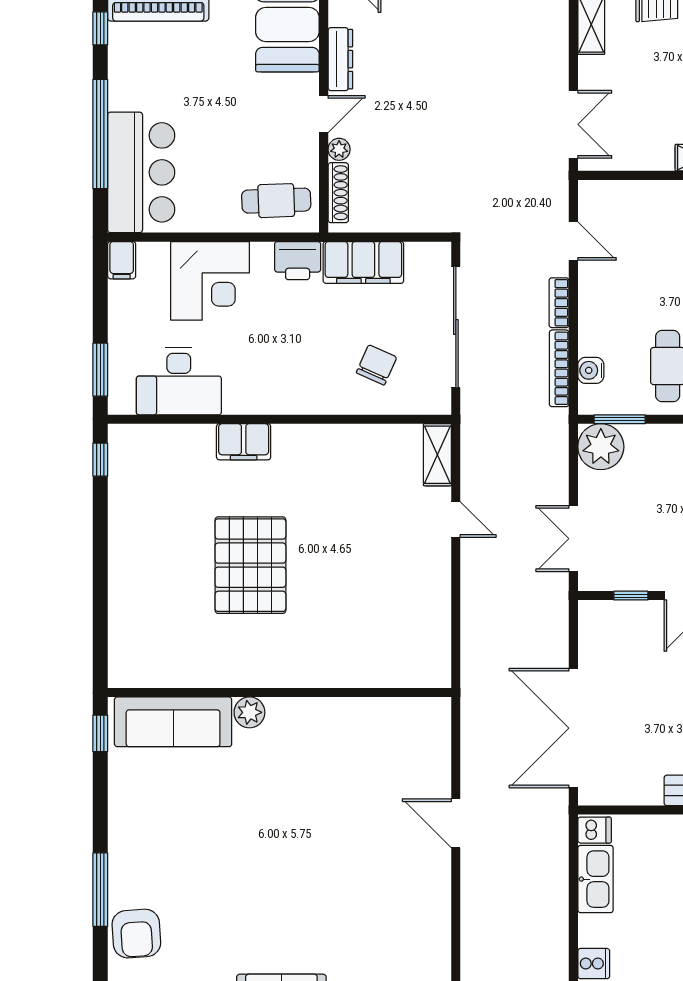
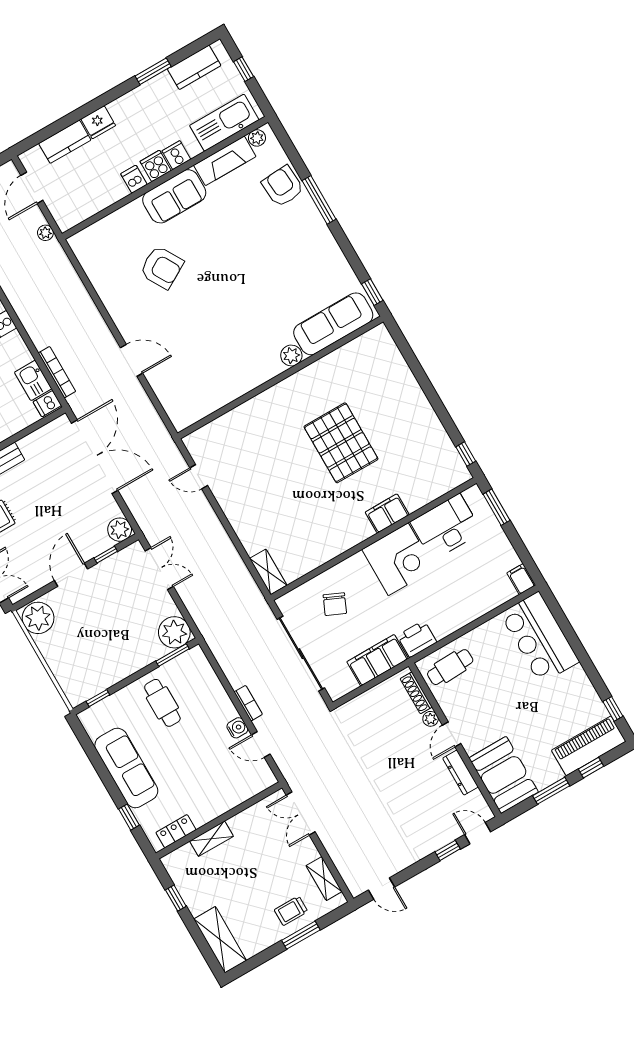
window: (100, 134) -> (577, 646), removed
corner desk: (210, 281) -> (398, 559), moved, turned 180
bookcase: (559, 368) -> (57, 372), moved
water cooler: (591, 370) -> (237, 728), moved
door: (456, 519) -> (199, 477), moved
plant: (595, 617) -> (120, 530), added
kitchen sink: (595, 879) -> (33, 380), width x0.73
armchair: (350, 919) -> (162, 267), added

